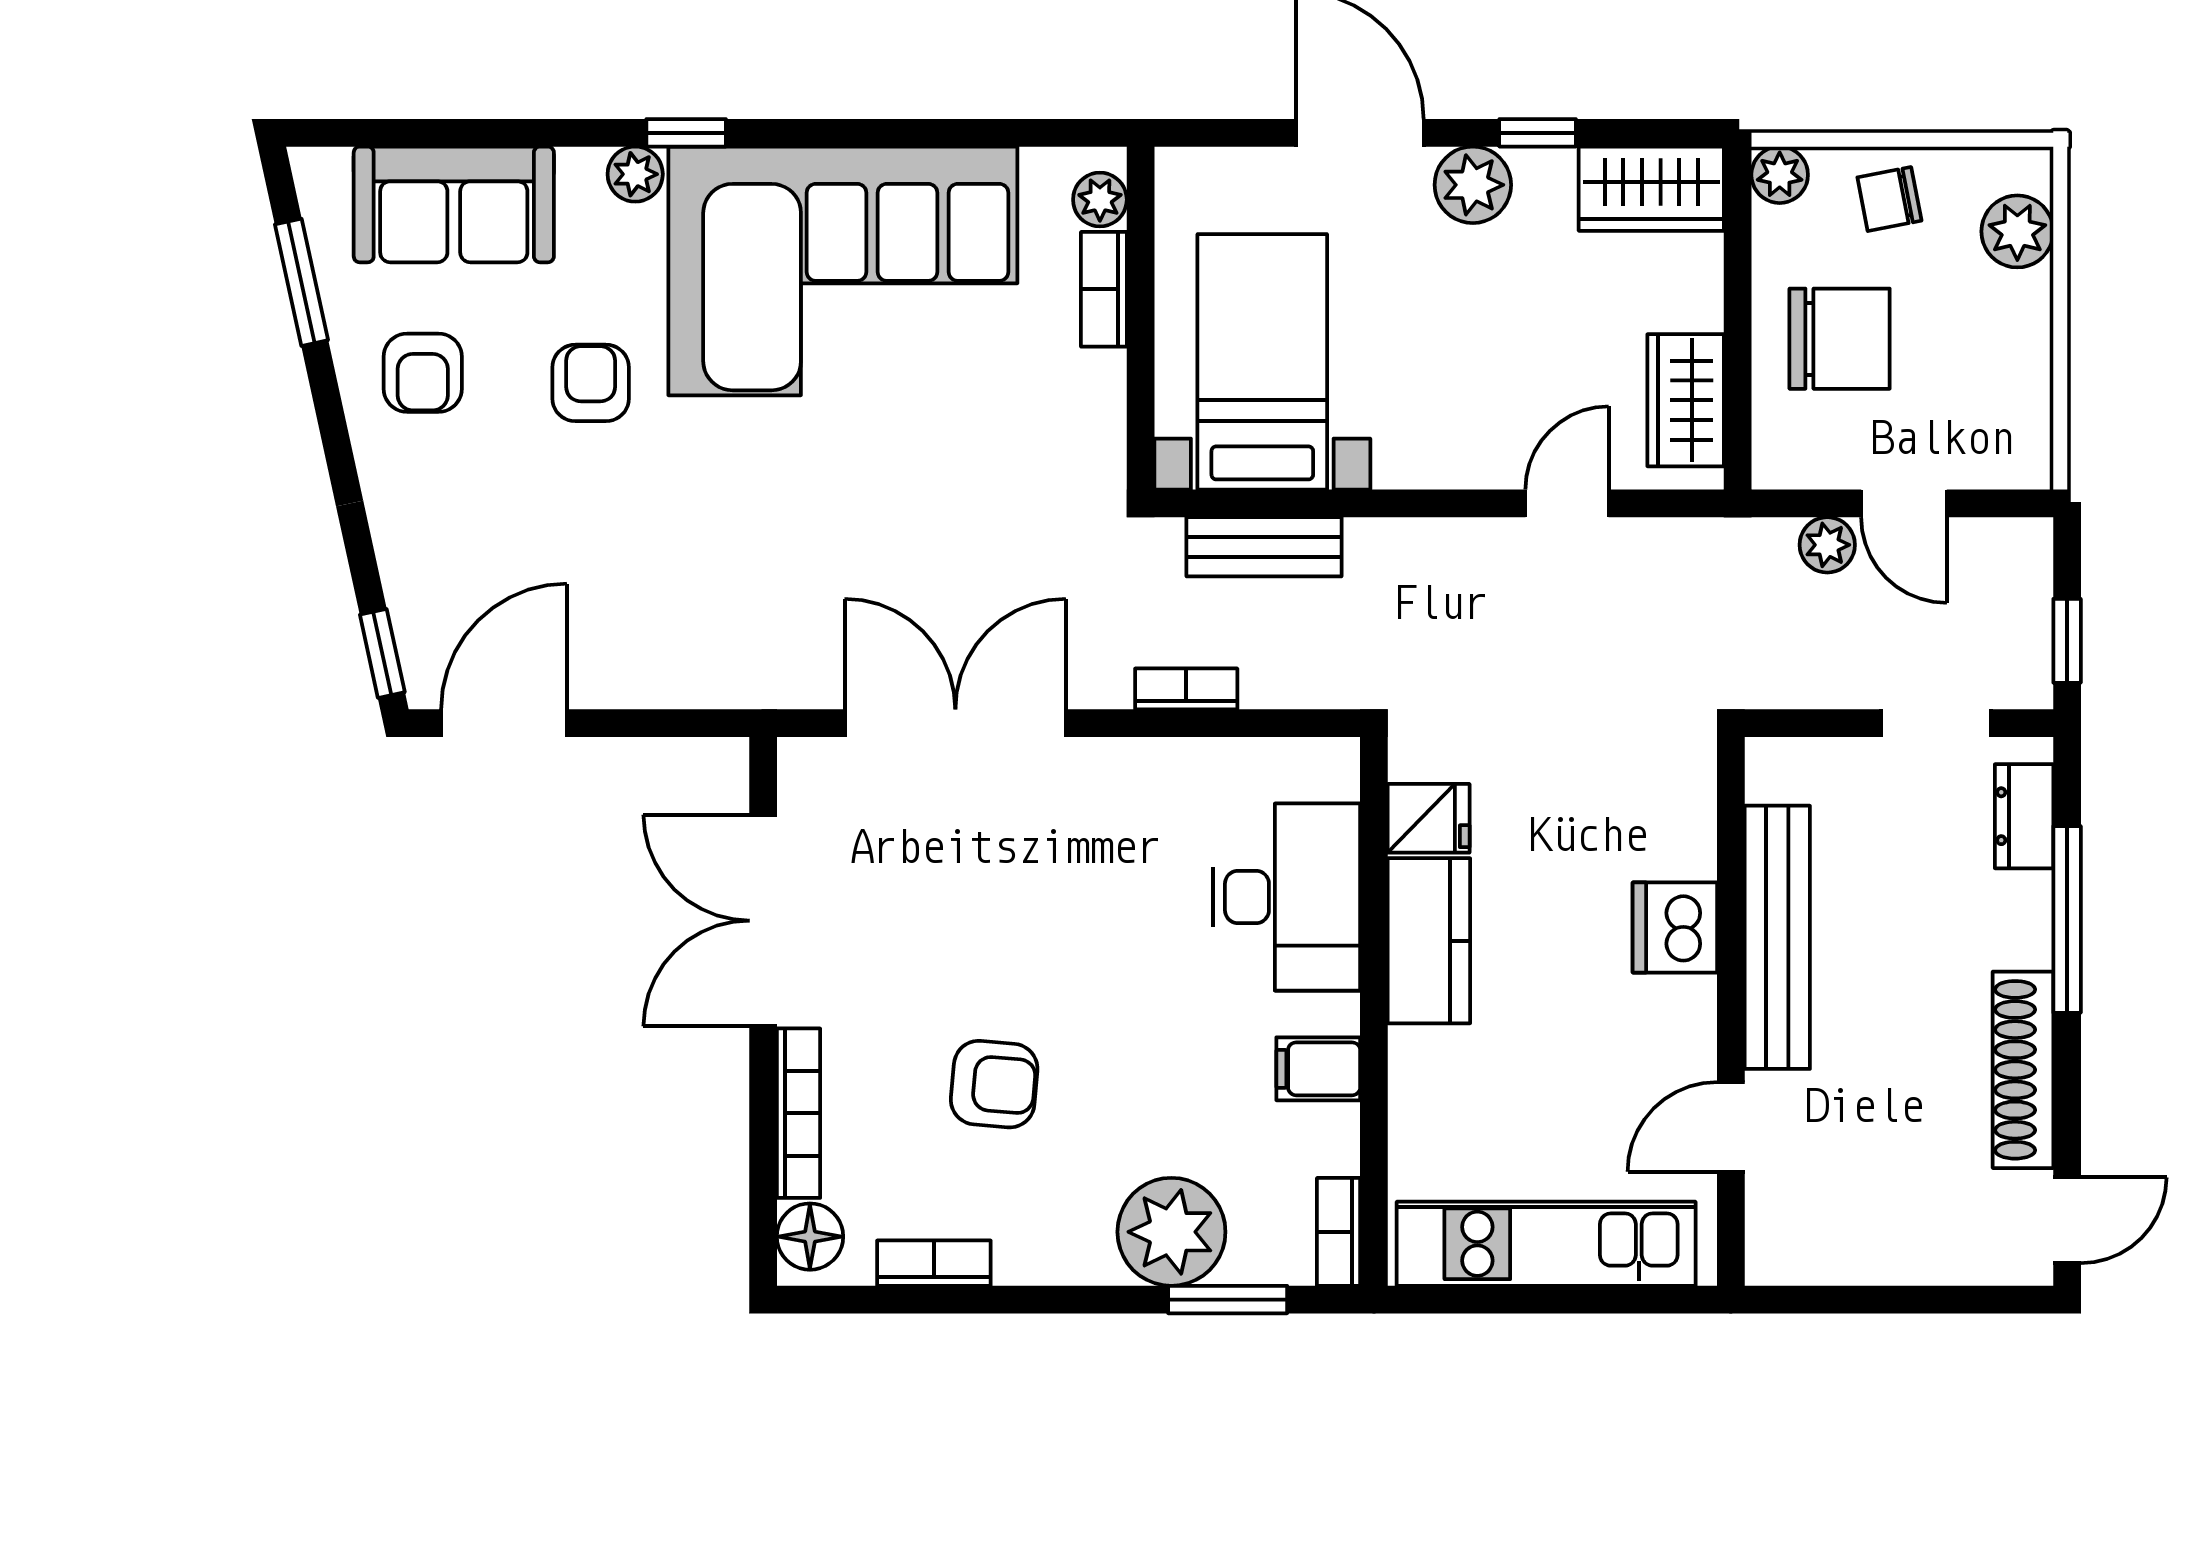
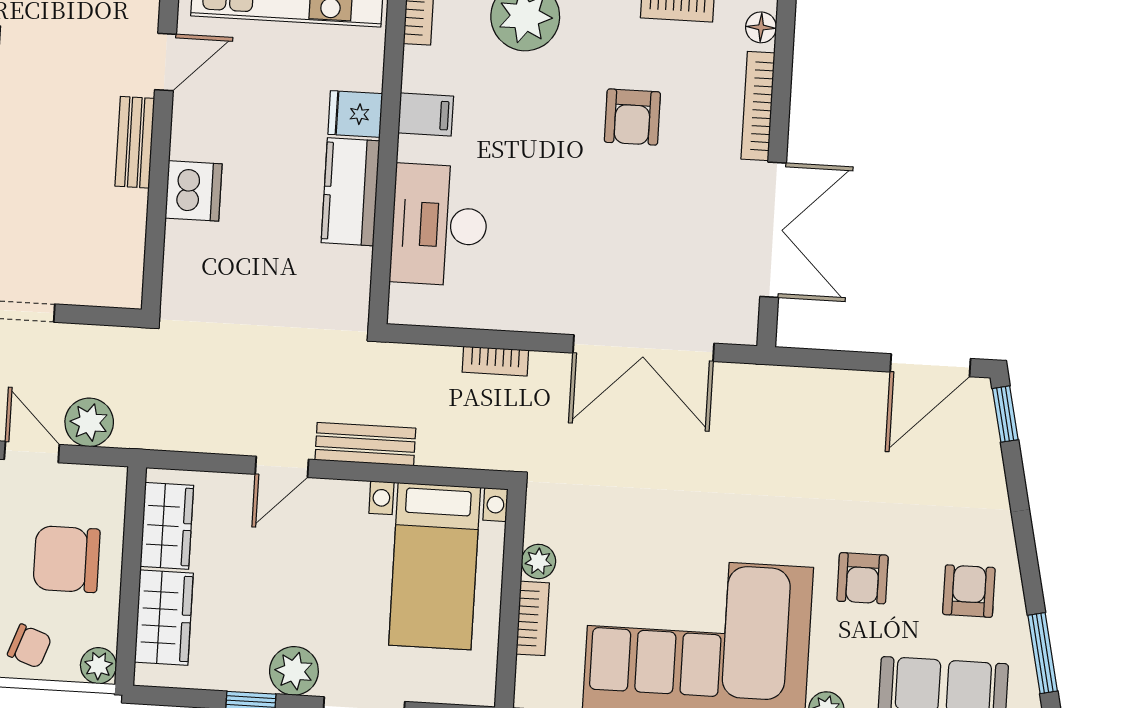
wardrobe: (1651, 189) -> (164, 618), moved, turned 90
chair: (1889, 199) -> (30, 646), turned 31
plant: (1100, 200) -> (538, 561), moved
door: (1567, 503) -> (282, 467), moved
plant: (1827, 545) -> (89, 422), width x1.38, depth x1.38
bench: (1264, 547) -> (365, 444), moved
fridge: (1429, 818) -> (355, 114), moved
bench: (1777, 937) -> (135, 142), width x0.54, depth x0.82
armchair: (994, 1084) -> (632, 117), turned -95
floor lamp: (810, 1237) -> (761, 27), width x0.73, depth x0.73

